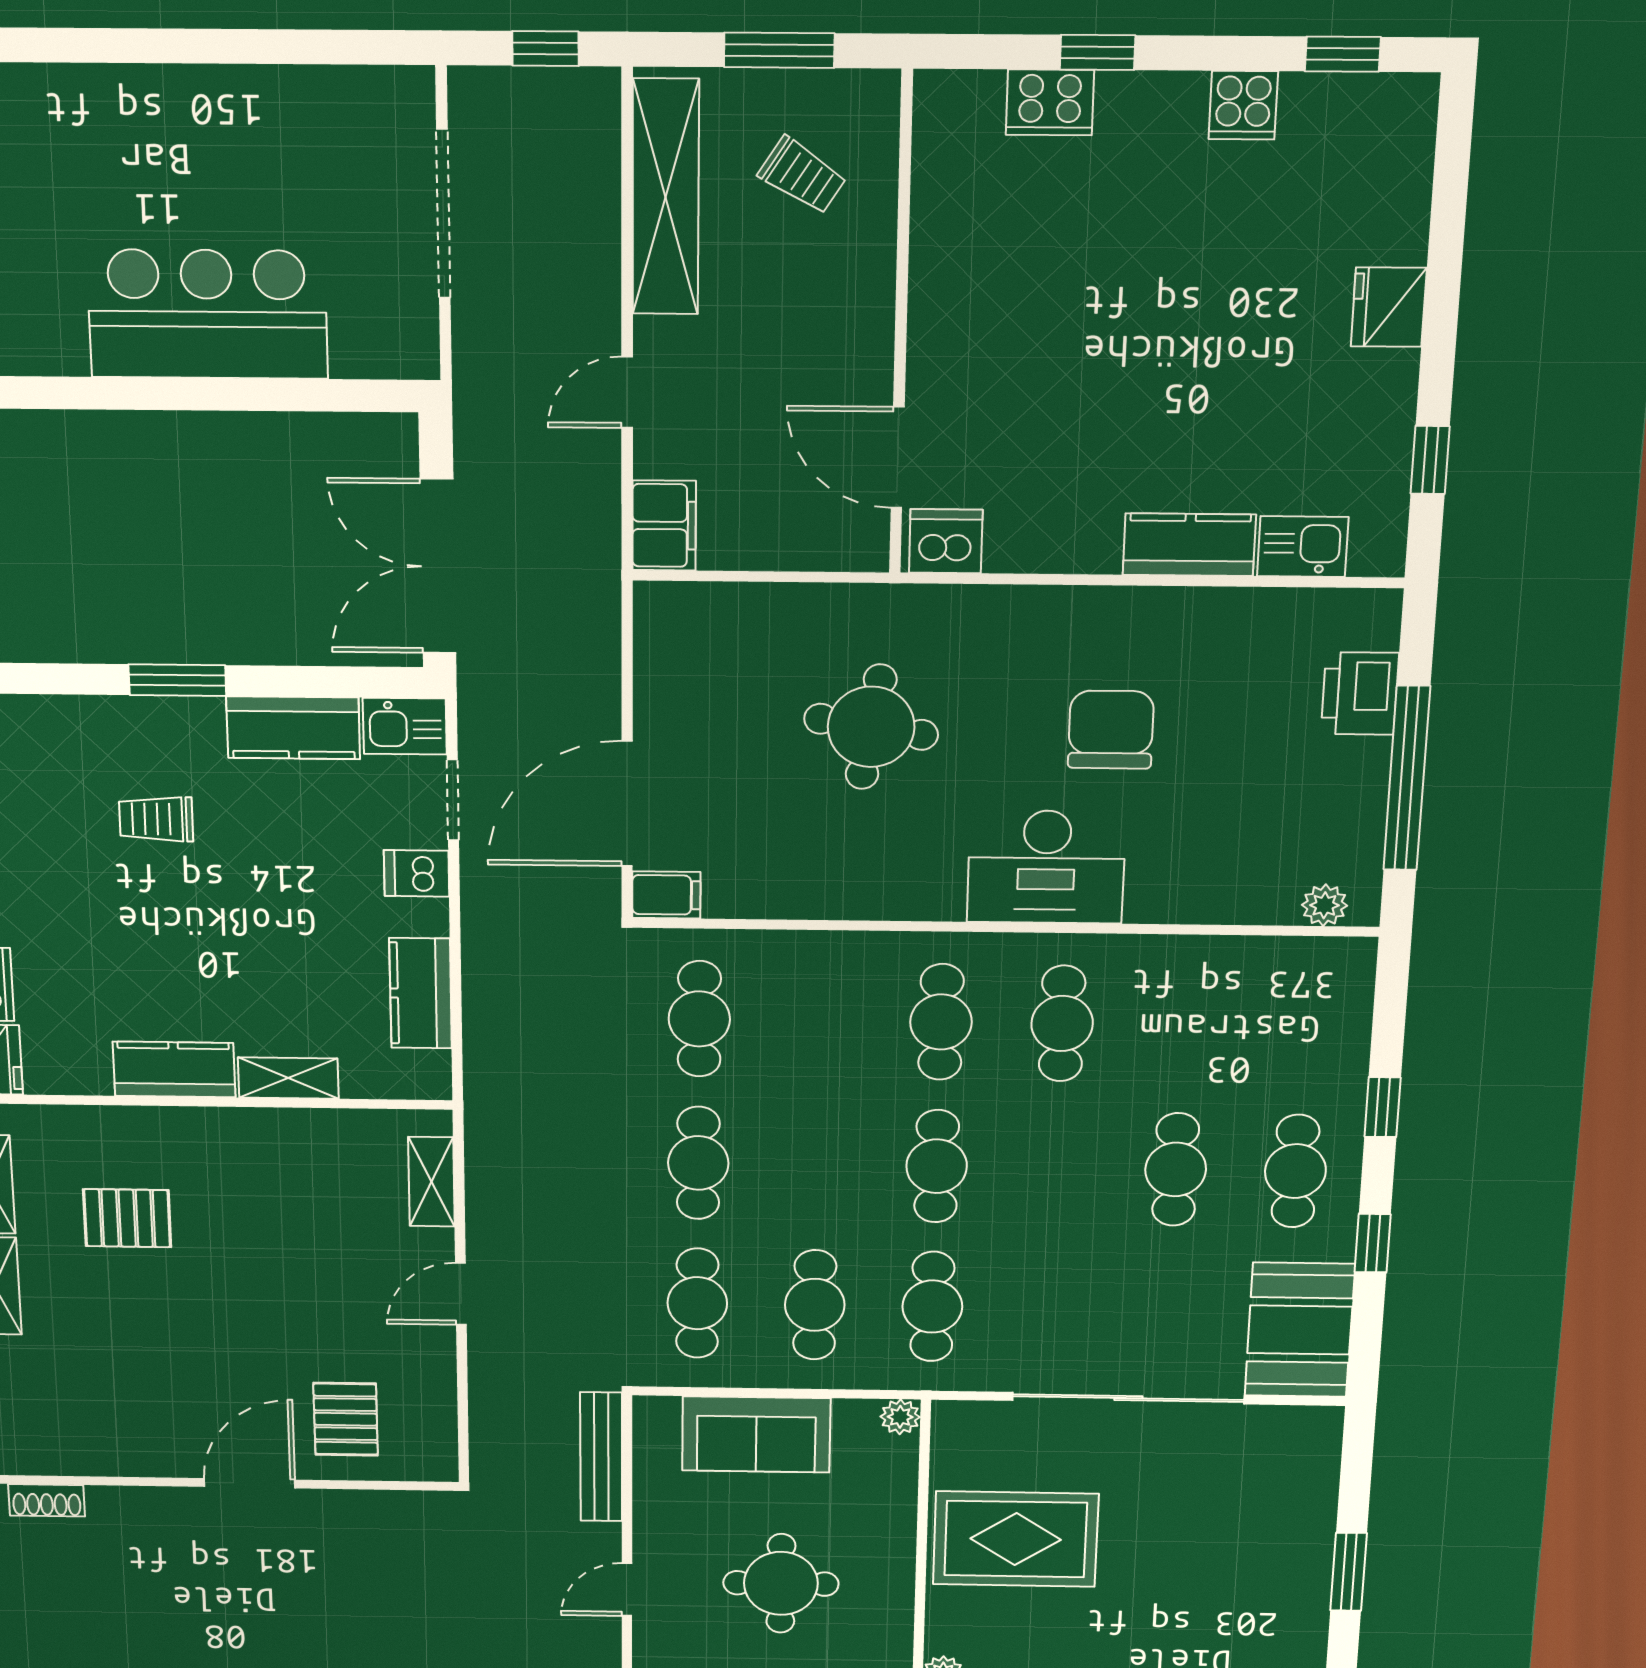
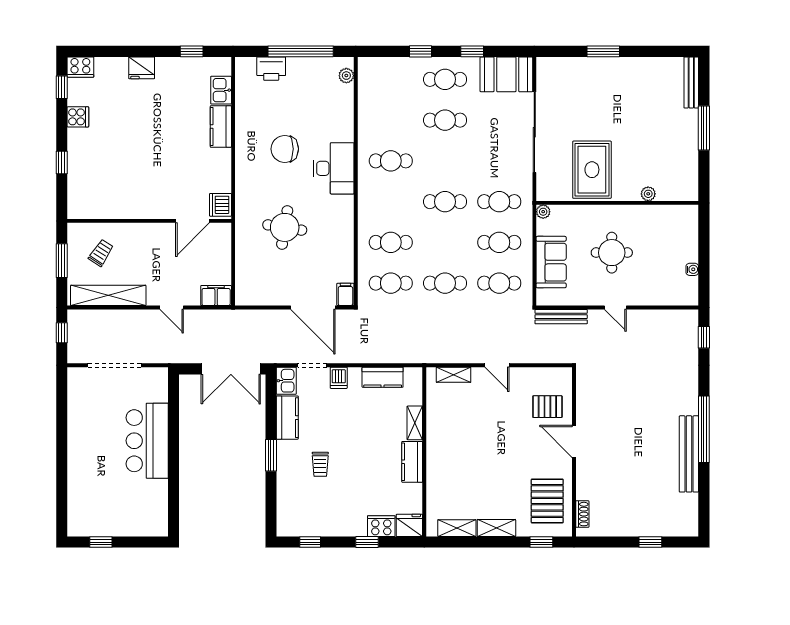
cooker: (1050, 102) -> (80, 67), moved, turned 90
cafe table: (941, 1022) -> (391, 242), moved
pallet: (127, 1218) -> (547, 501), moved, width x1.50, depth x1.42

